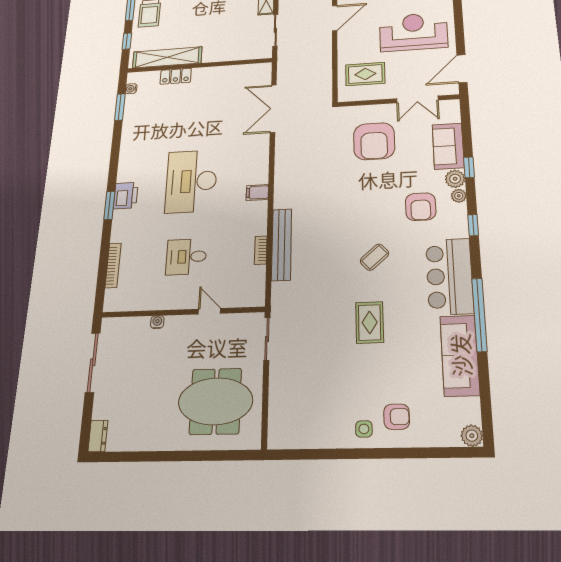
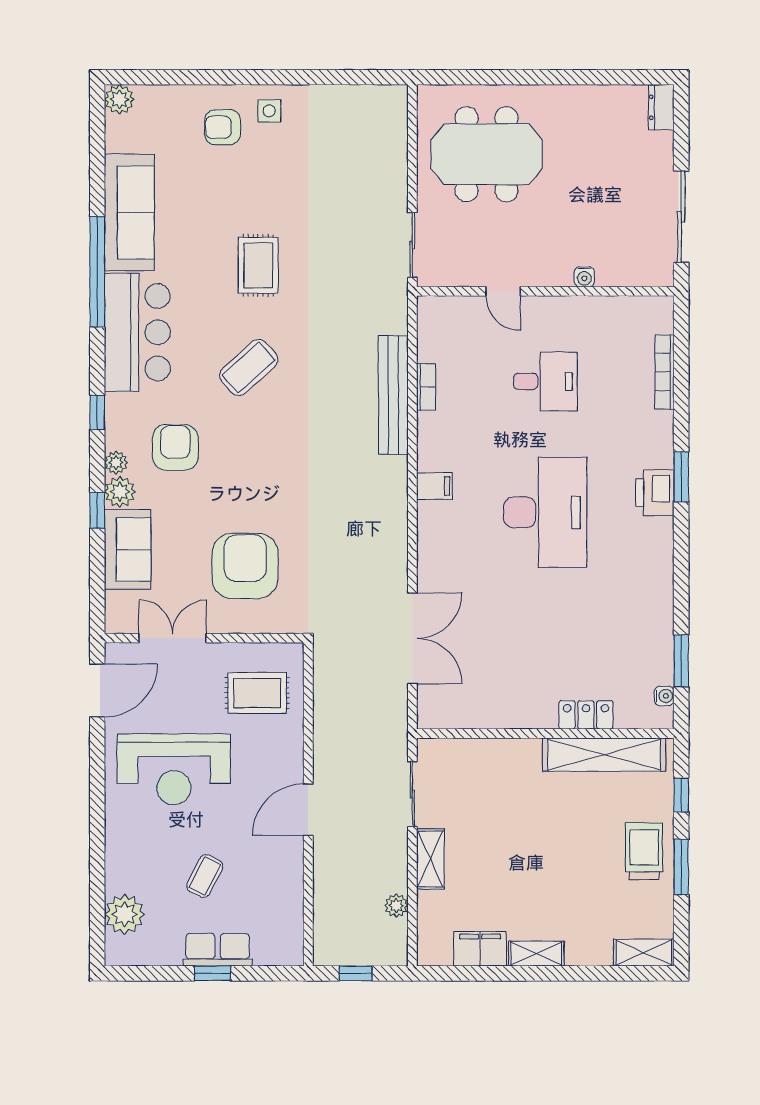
coffee table: (375, 257) -> (249, 368), width x1.36, depth x1.30

